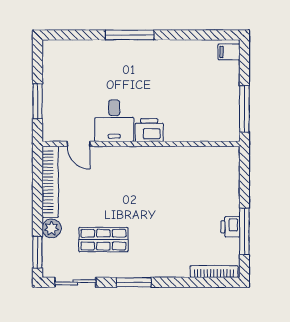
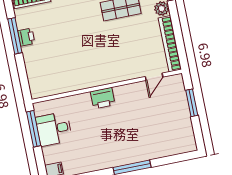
desk: (114, 121) -> (54, 129), moved, turned -90
door: (79, 144) -> (154, 77), swing flipped

